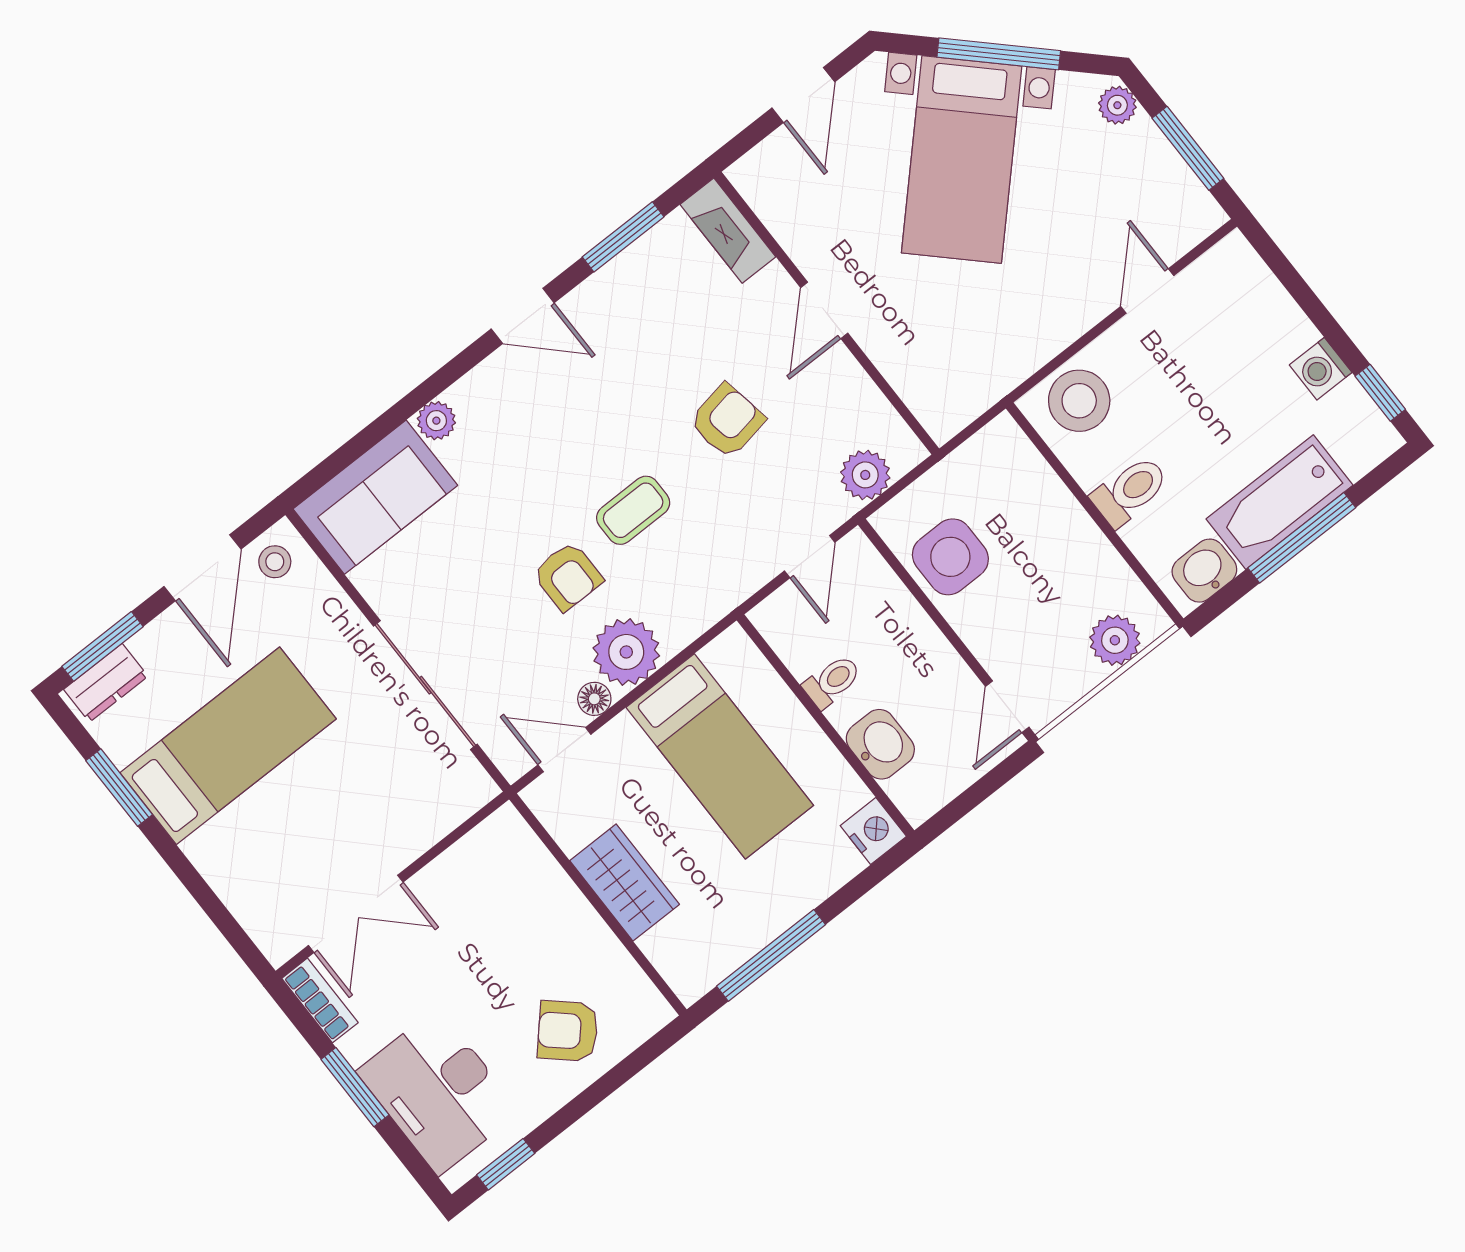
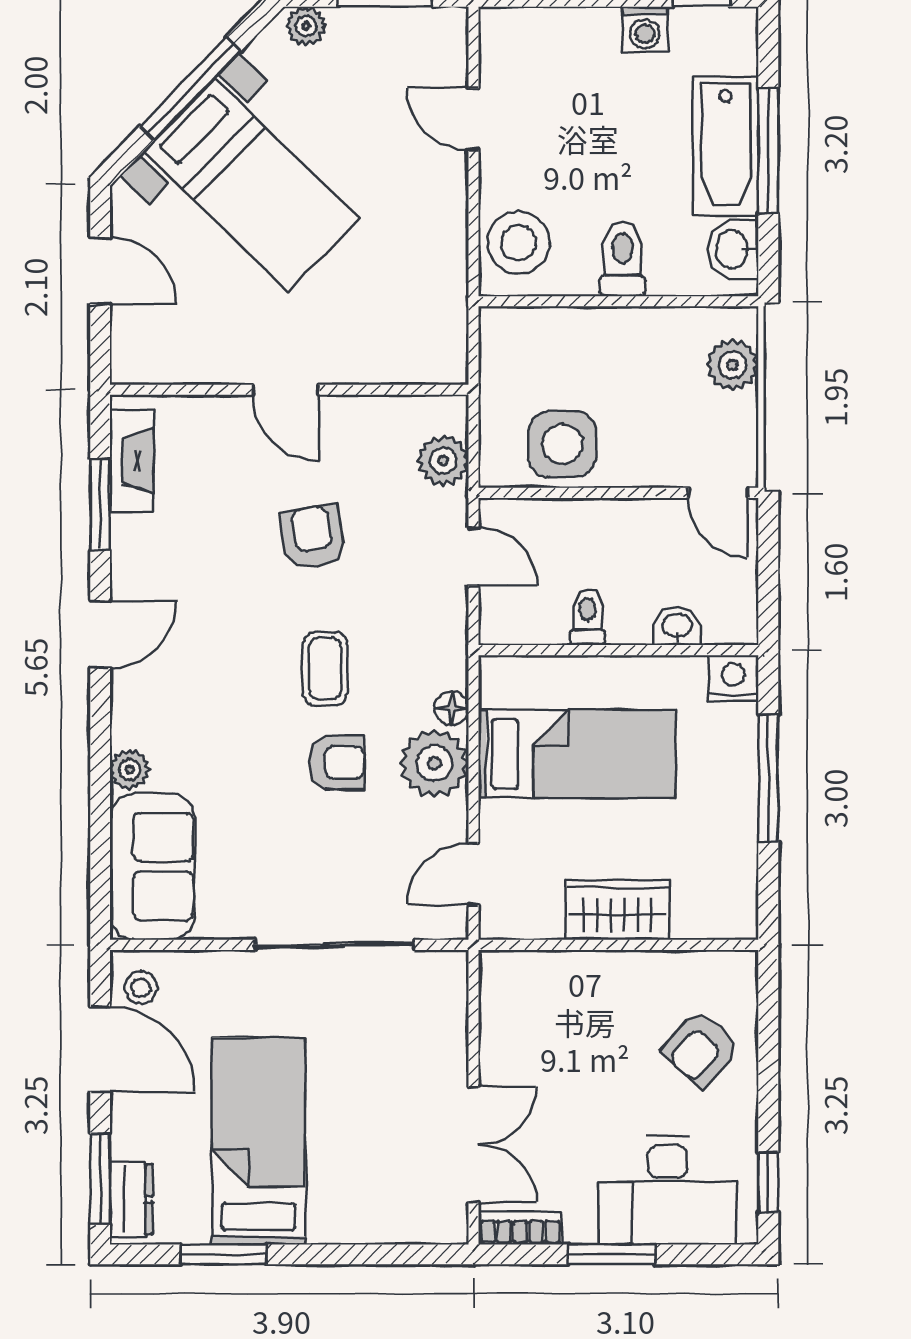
fireplace: (728, 231) -> (132, 461), moved, turned -90
floor lamp: (594, 699) -> (452, 708), moved
washbasin: (880, 744) -> (677, 626), width x0.72, depth x0.69
window: (771, 955) -> (768, 778), moved

